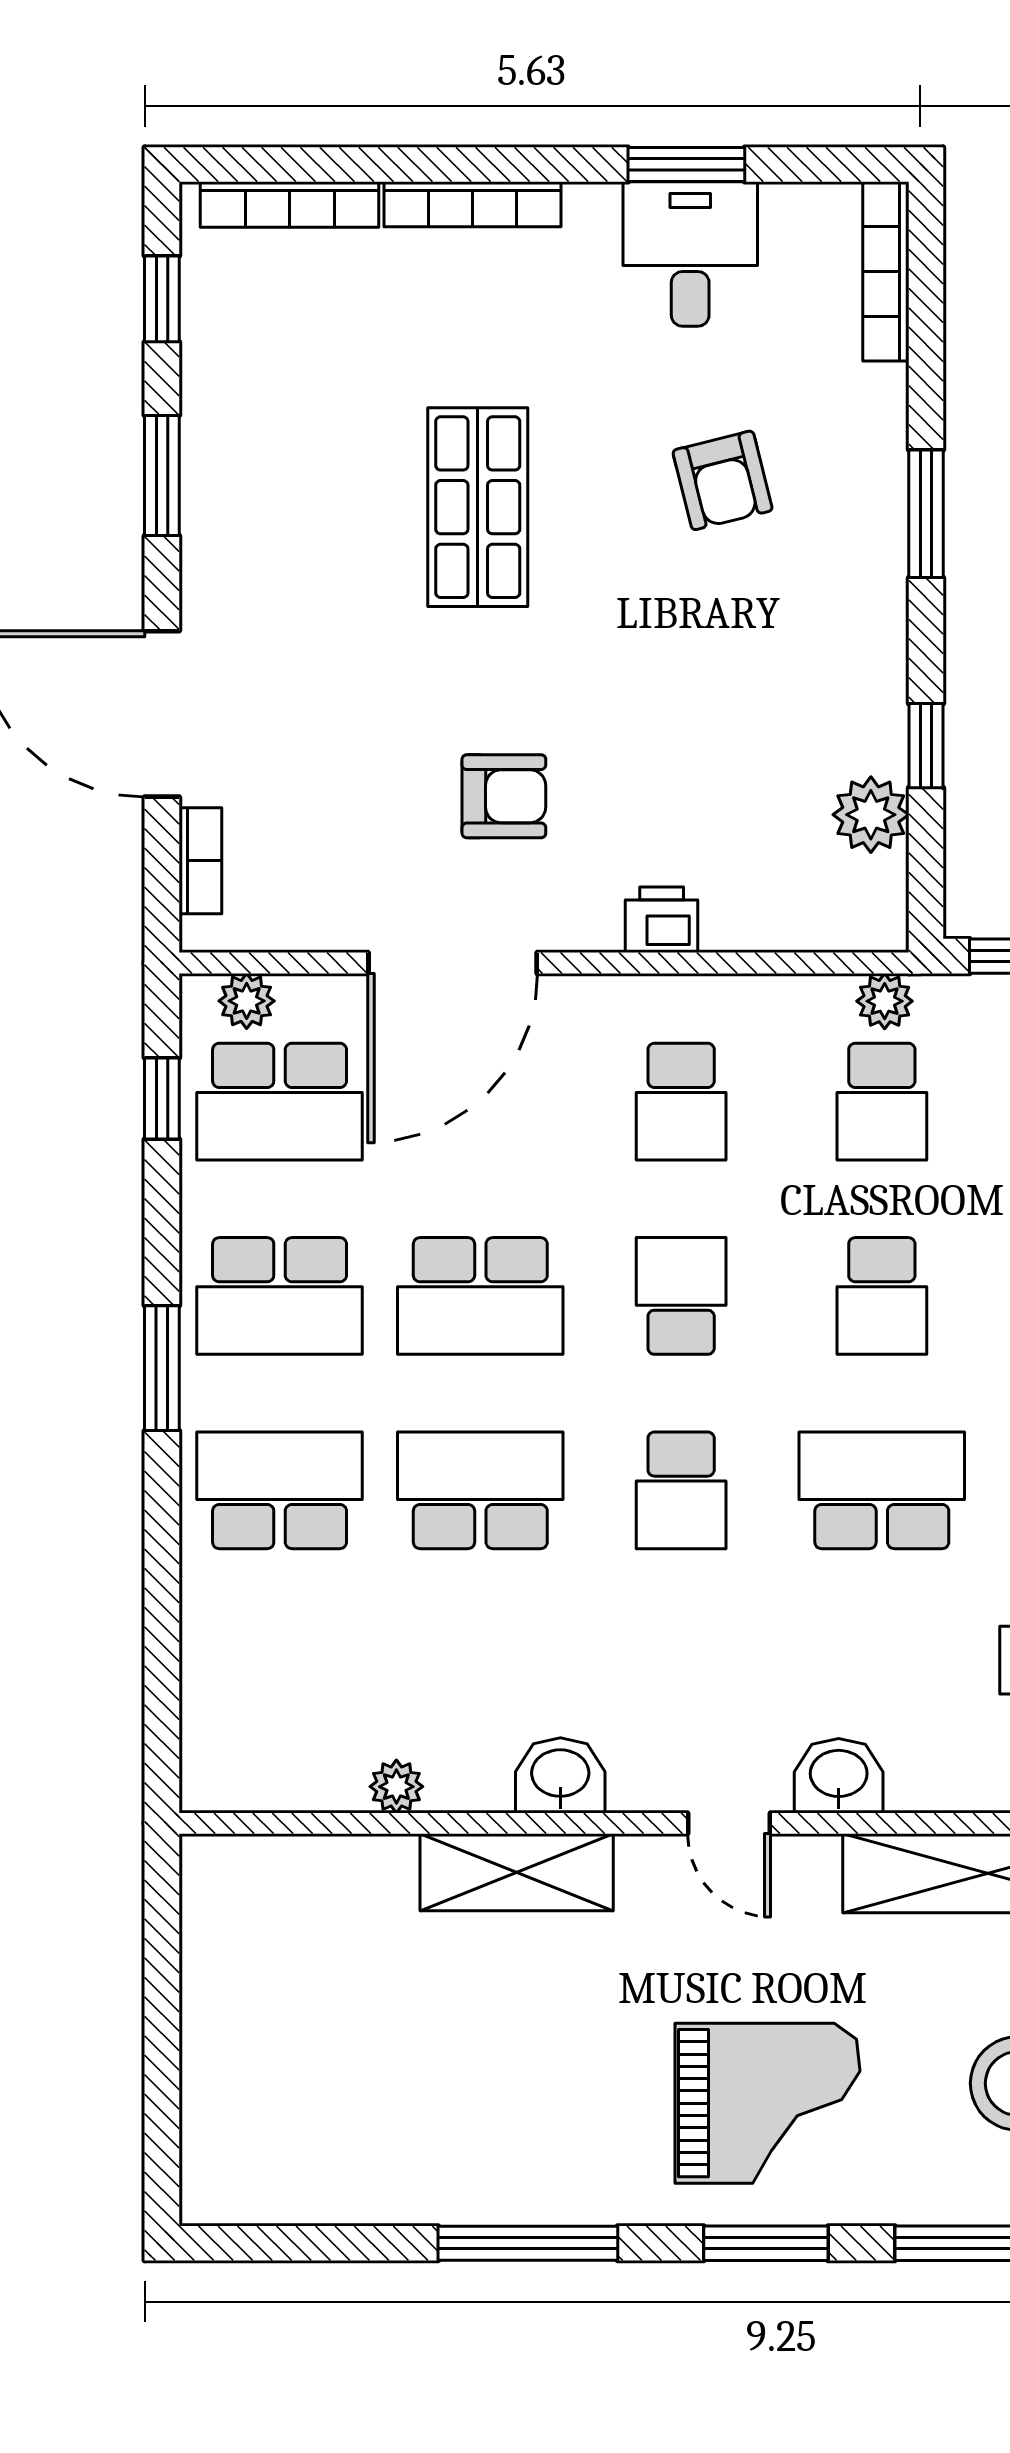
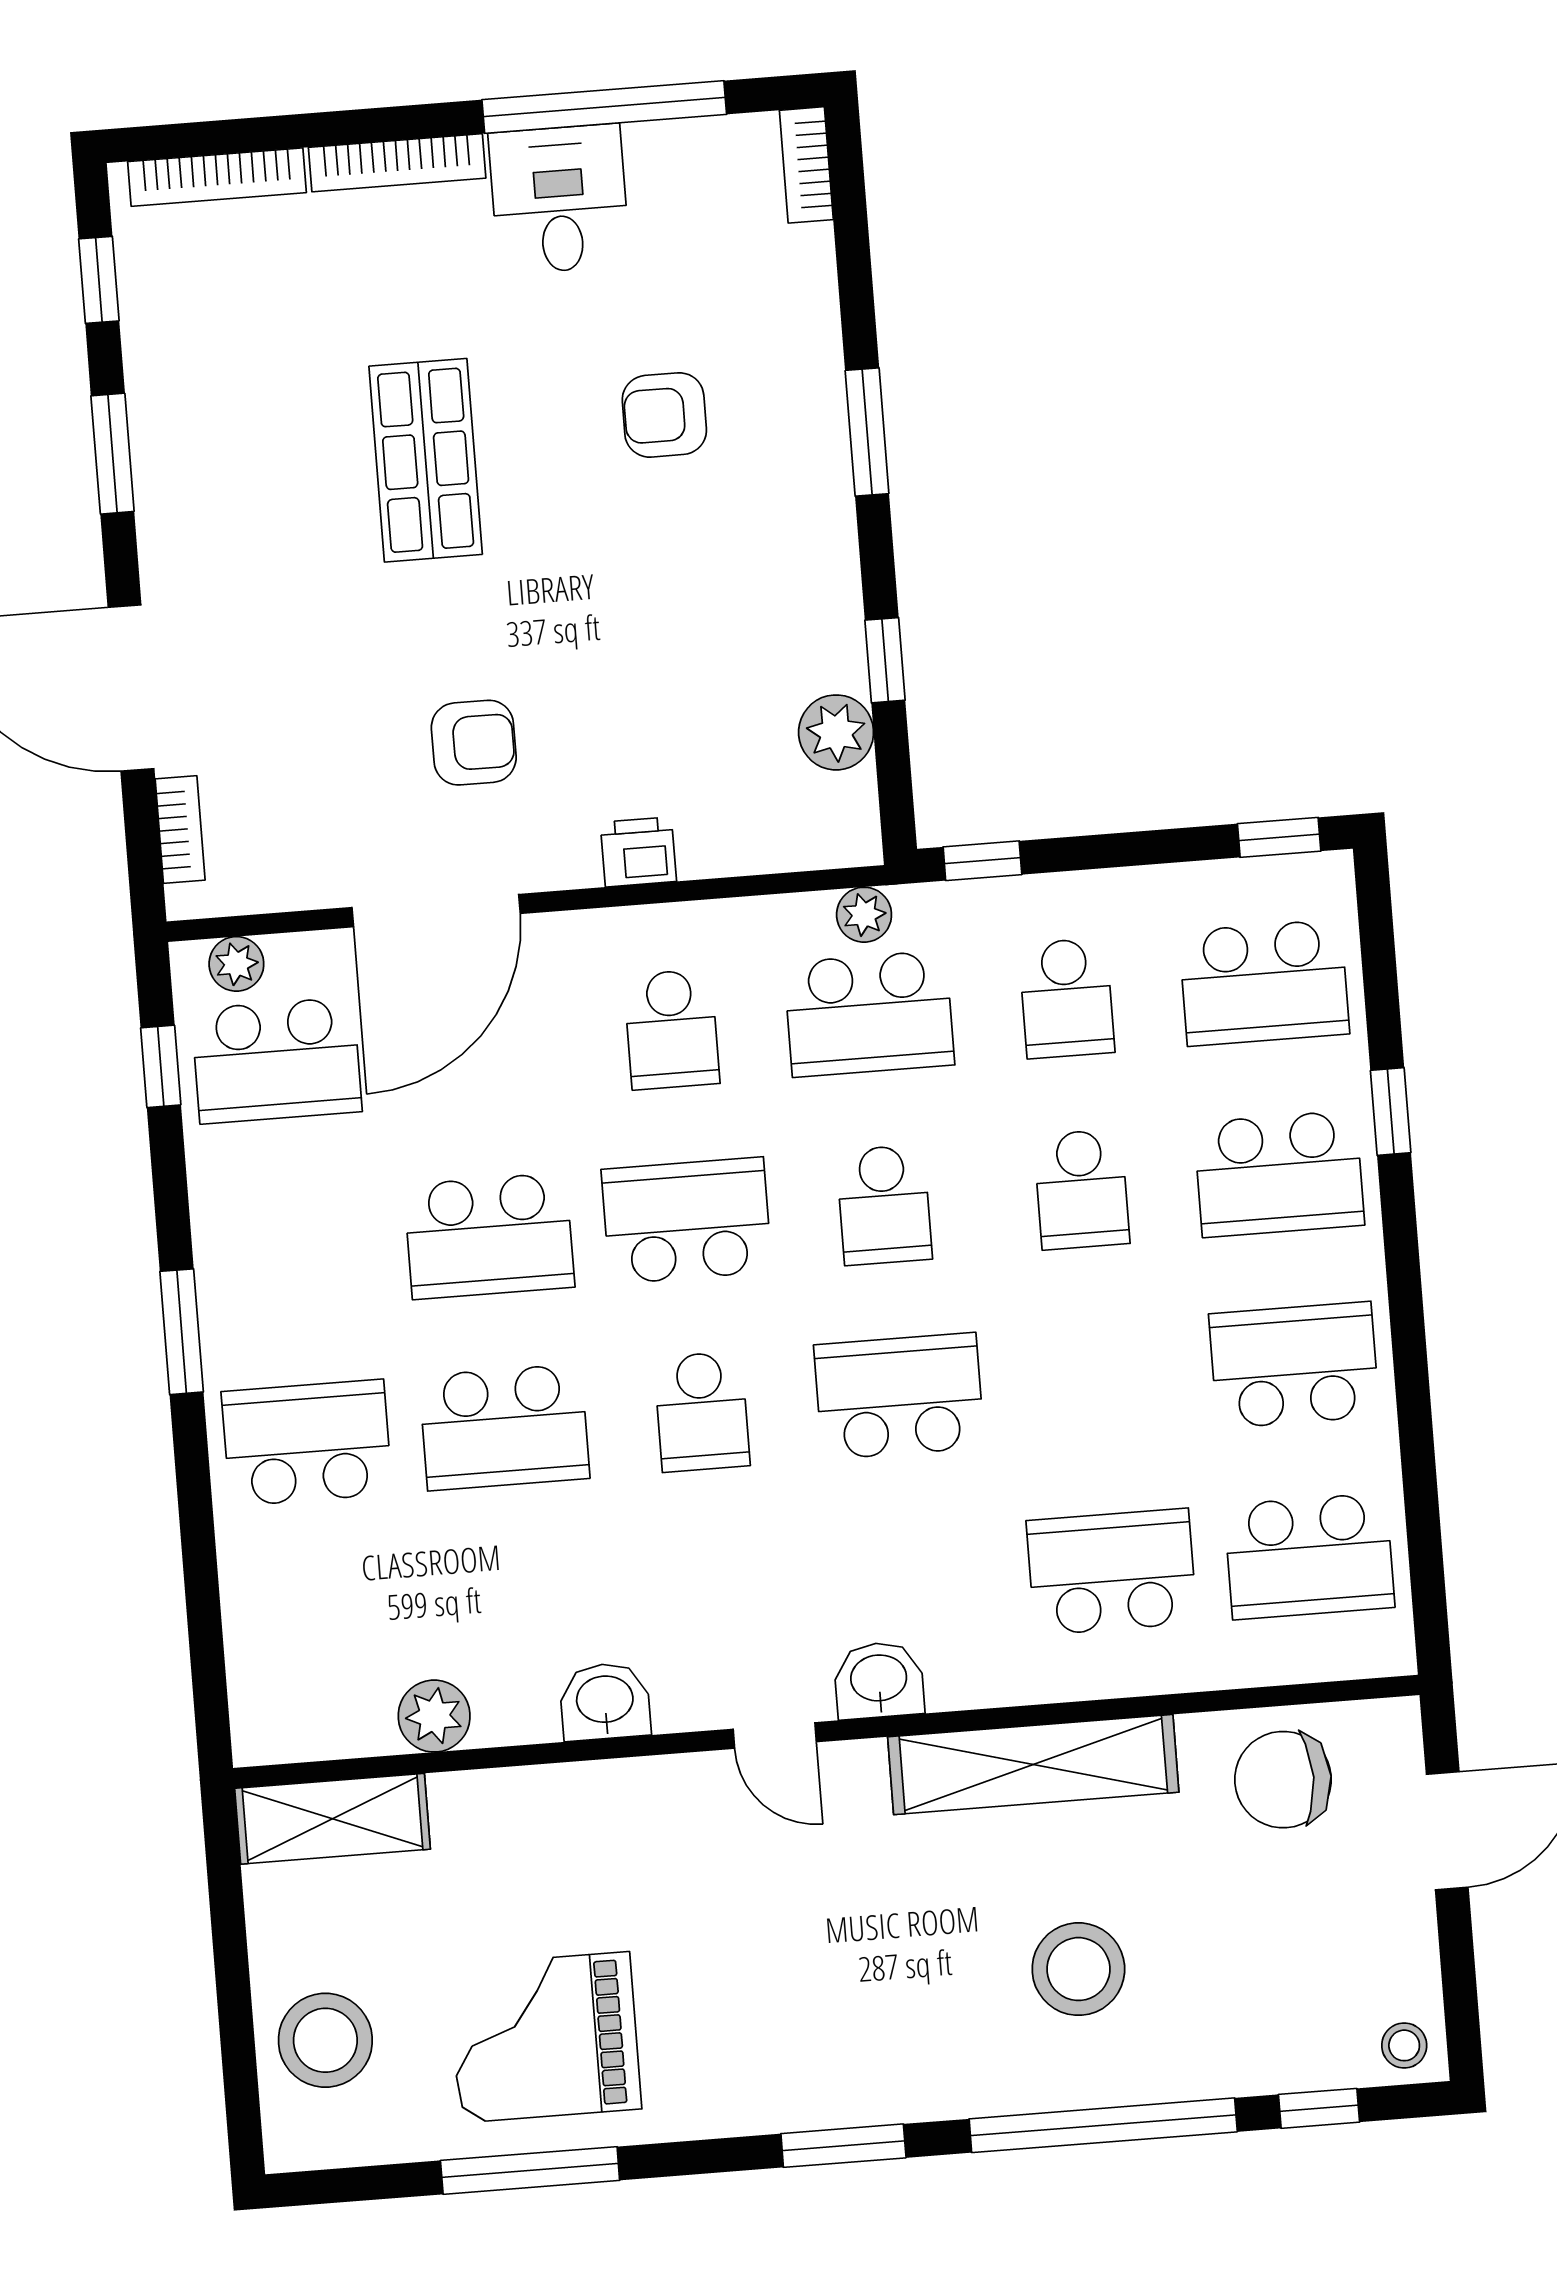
window: (686, 164) -> (604, 107), width x2.11
desk: (690, 254) -> (559, 199), moved
bookcase: (886, 271) -> (806, 165), width x0.64
armchair: (723, 480) -> (664, 415), turned 104
school desk: (882, 1102) -> (869, 1014), width x1.85
school desk: (280, 1296) -> (292, 1252), removed
school desk: (681, 1296) -> (687, 1220), width x1.85
school desk: (480, 1490) -> (504, 1427), turned 180
plant: (396, 1787) -> (434, 1716), width x1.38, depth x1.38
shelving: (517, 1872) -> (332, 1819), moved
stool: (251, 2096) -> (325, 2040), added
grand piano: (767, 2103) -> (545, 2037), moved, turned 180
window: (528, 2243) -> (530, 2170), moved

